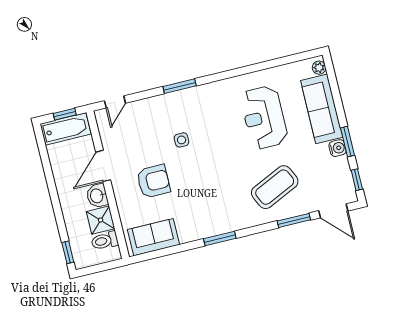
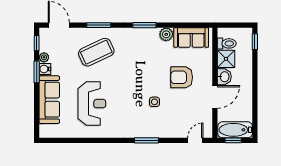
plant: (319, 68) -> (44, 57), moved
window: (294, 220) -> (99, 25), moved
plant: (188, 233) -> (166, 34), added

